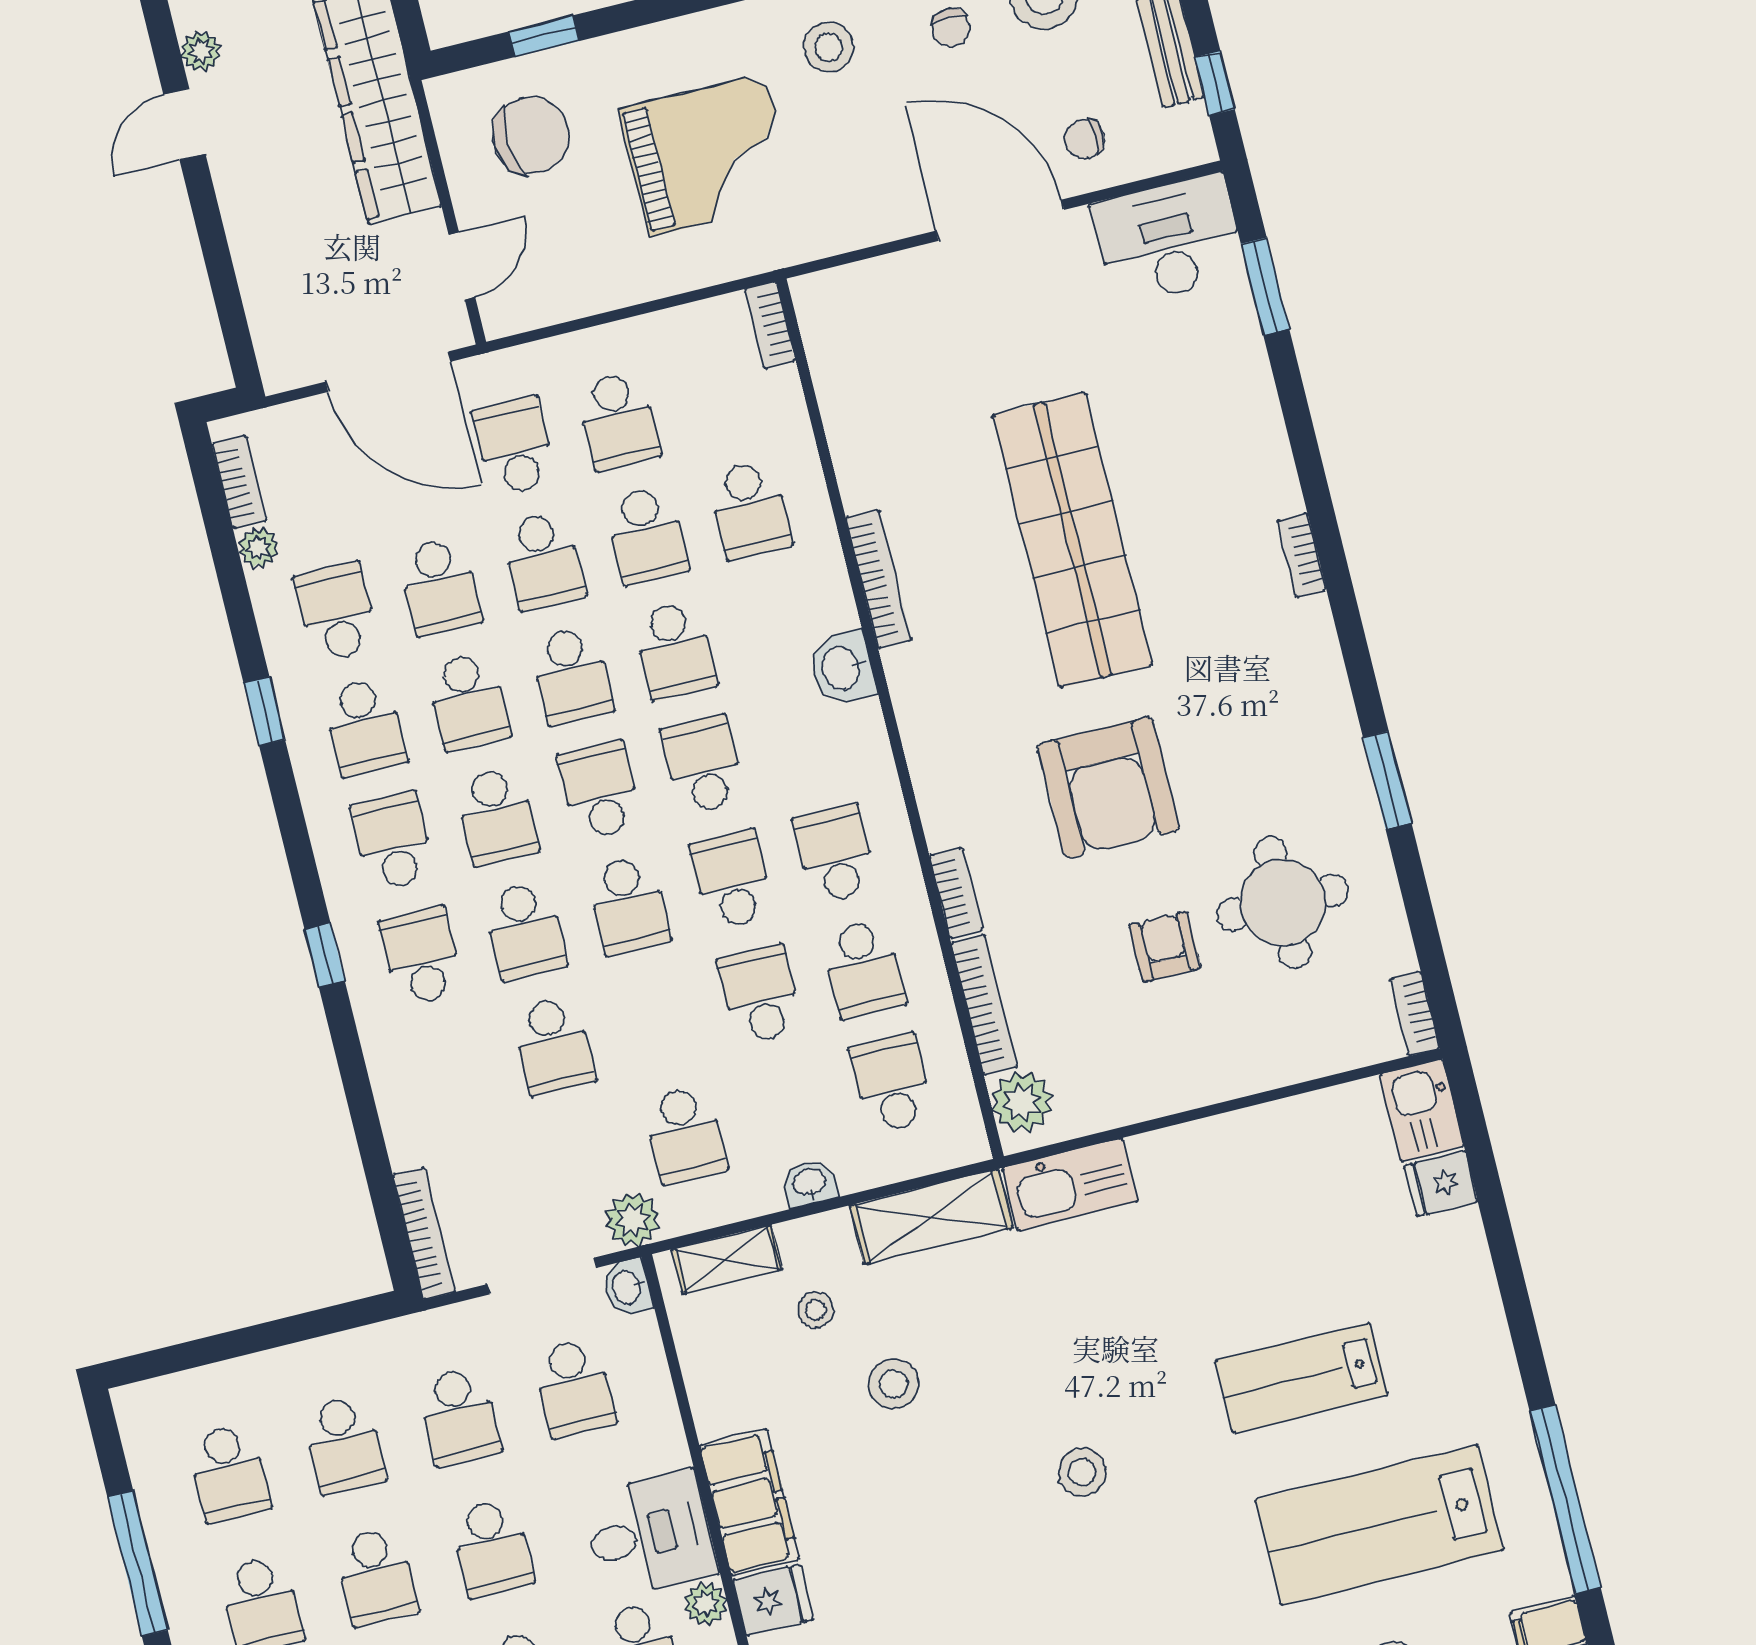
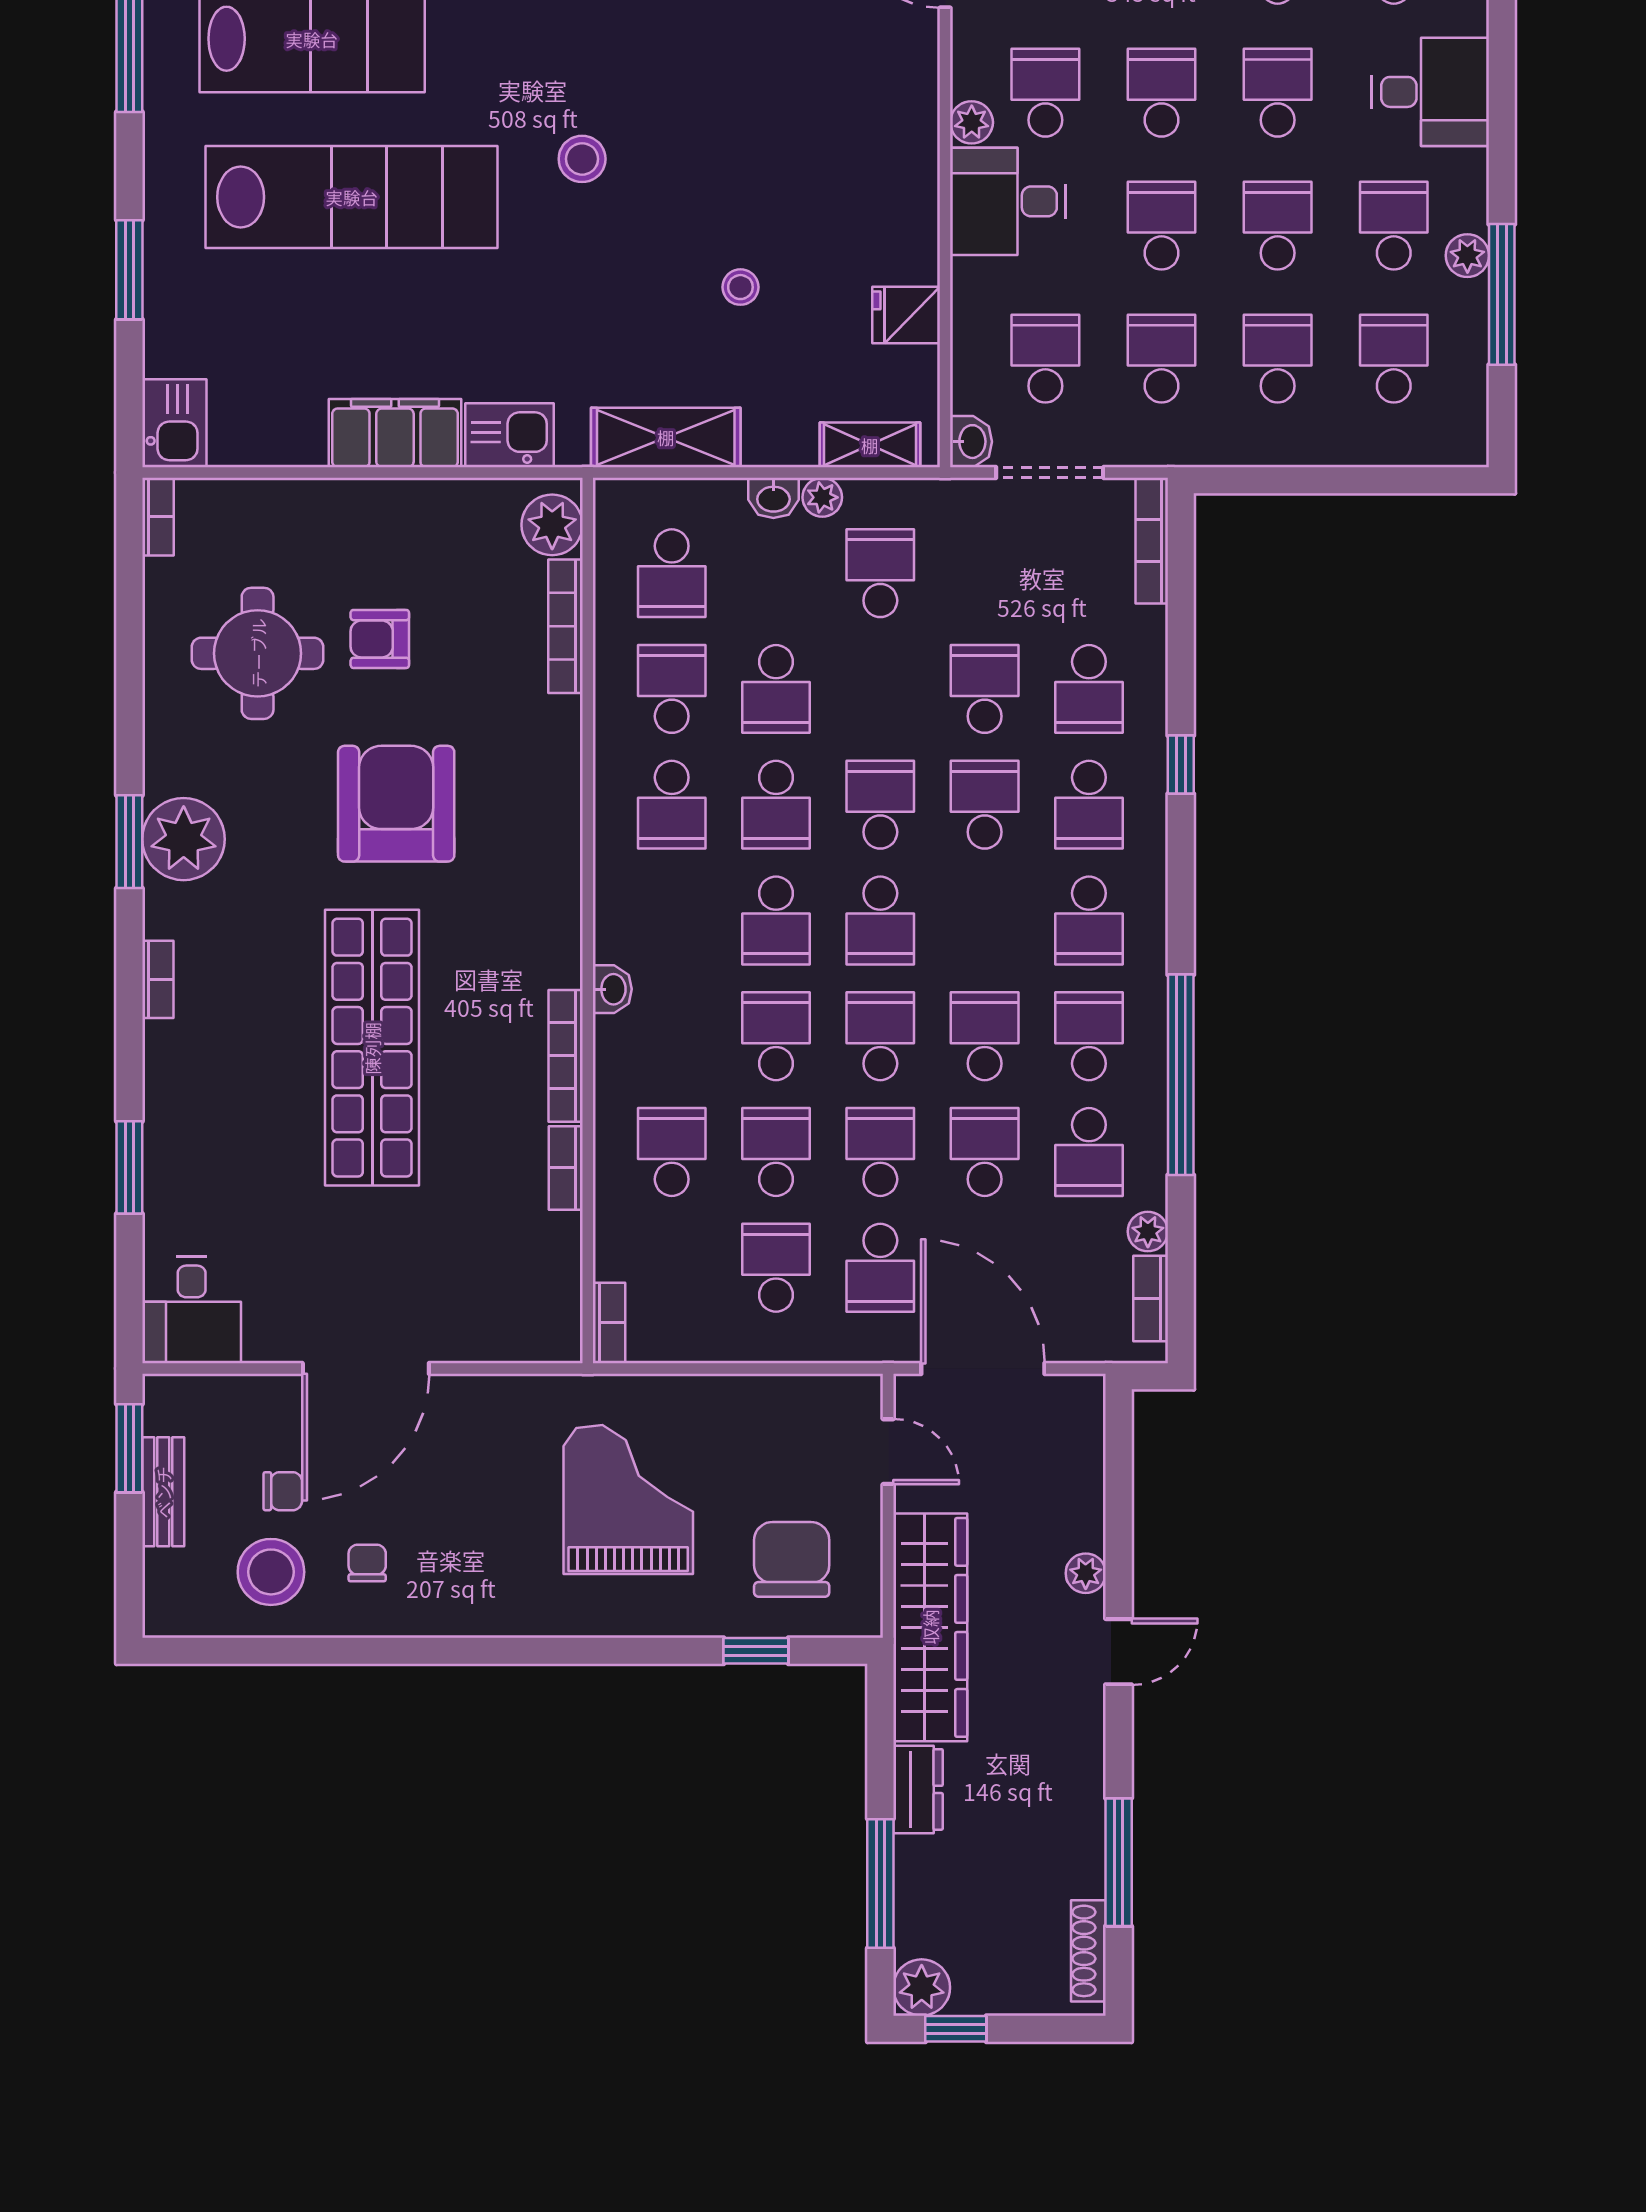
stool: (829, 47) -> (488, 1573), removed
plant: (201, 51) -> (1086, 1573), moved
window: (1215, 83) -> (129, 1448), width x1.50
chair: (531, 136) -> (792, 1559), turned 94
chair: (1084, 139) -> (283, 1491), moved
grand piano: (708, 155) -> (628, 1500), turned 90
door: (1000, 220) -> (366, 1368), hinge flipped
desk: (1169, 240) -> (192, 1310), width x0.73
door: (462, 266) -> (888, 1452), swing flipped
window: (1265, 286) -> (129, 1167), moved
washbasin: (842, 668) -> (612, 989), width x0.72, depth x0.69
plant: (1310, 700) -> (184, 839), added
window: (264, 711) -> (1181, 1075), width x3.17
window: (1387, 780) -> (129, 842), moved
school desk: (496, 816) -> (1089, 689), moved, turned 180
bookcase: (956, 893) -> (566, 1168), moved
armchair: (1165, 947) -> (380, 639), turned 90
window: (325, 955) -> (1181, 765), moved
fridge: (1441, 1183) -> (173, 349), removed
kitchen sink: (1070, 1184) -> (509, 435), width x0.73
plant: (633, 1220) -> (822, 497), moved, width x0.73, depth x0.73
window: (1504, 1251) -> (129, 270), added
stool: (816, 1310) -> (797, 376), removed
lab bench: (1301, 1378) -> (352, 197), width x1.86, depth x1.39
stool: (894, 1384) -> (740, 287), width x0.73, depth x0.73
filing cabinet: (749, 1502) -> (395, 433), moved, turned 90
plant: (181, 1593) -> (1467, 256), added
fridge: (773, 1600) -> (906, 315), moved

